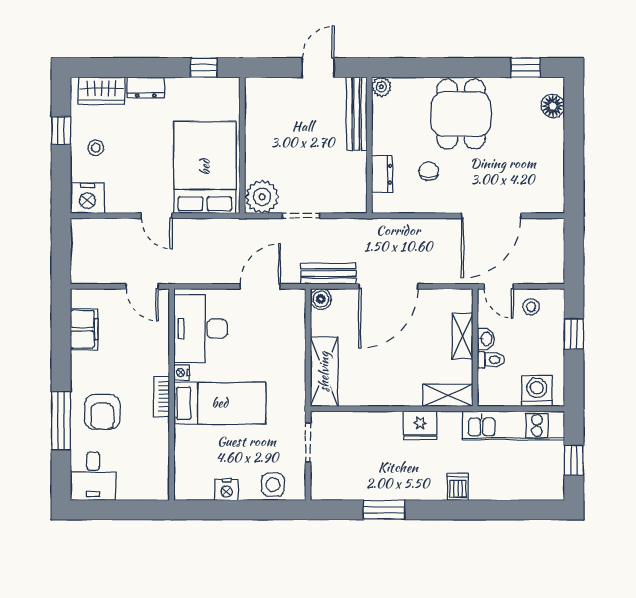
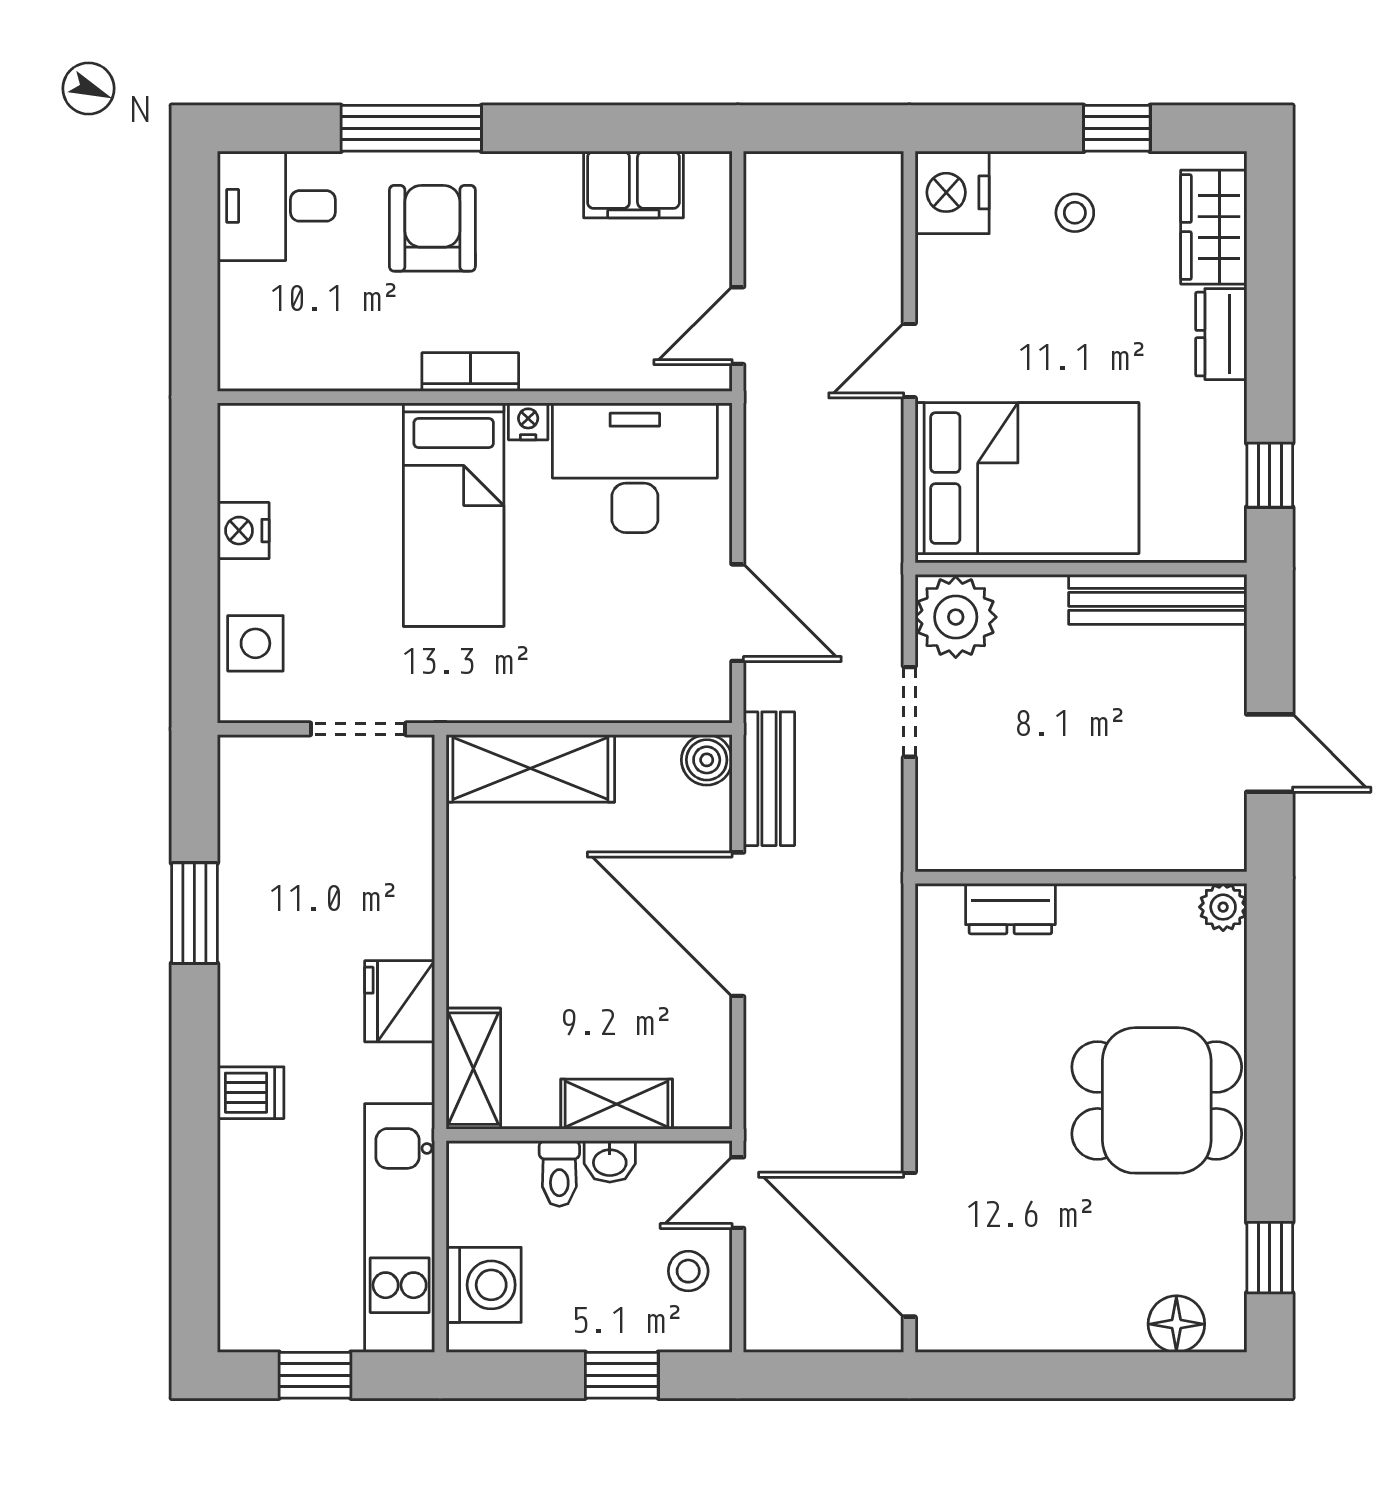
bench: (357, 114) -> (1158, 599), moved
chair: (429, 171) -> (1018, 1022), removed
door: (491, 216) -> (909, 1245), moved
armchair: (102, 412) -> (432, 228), turned 90

